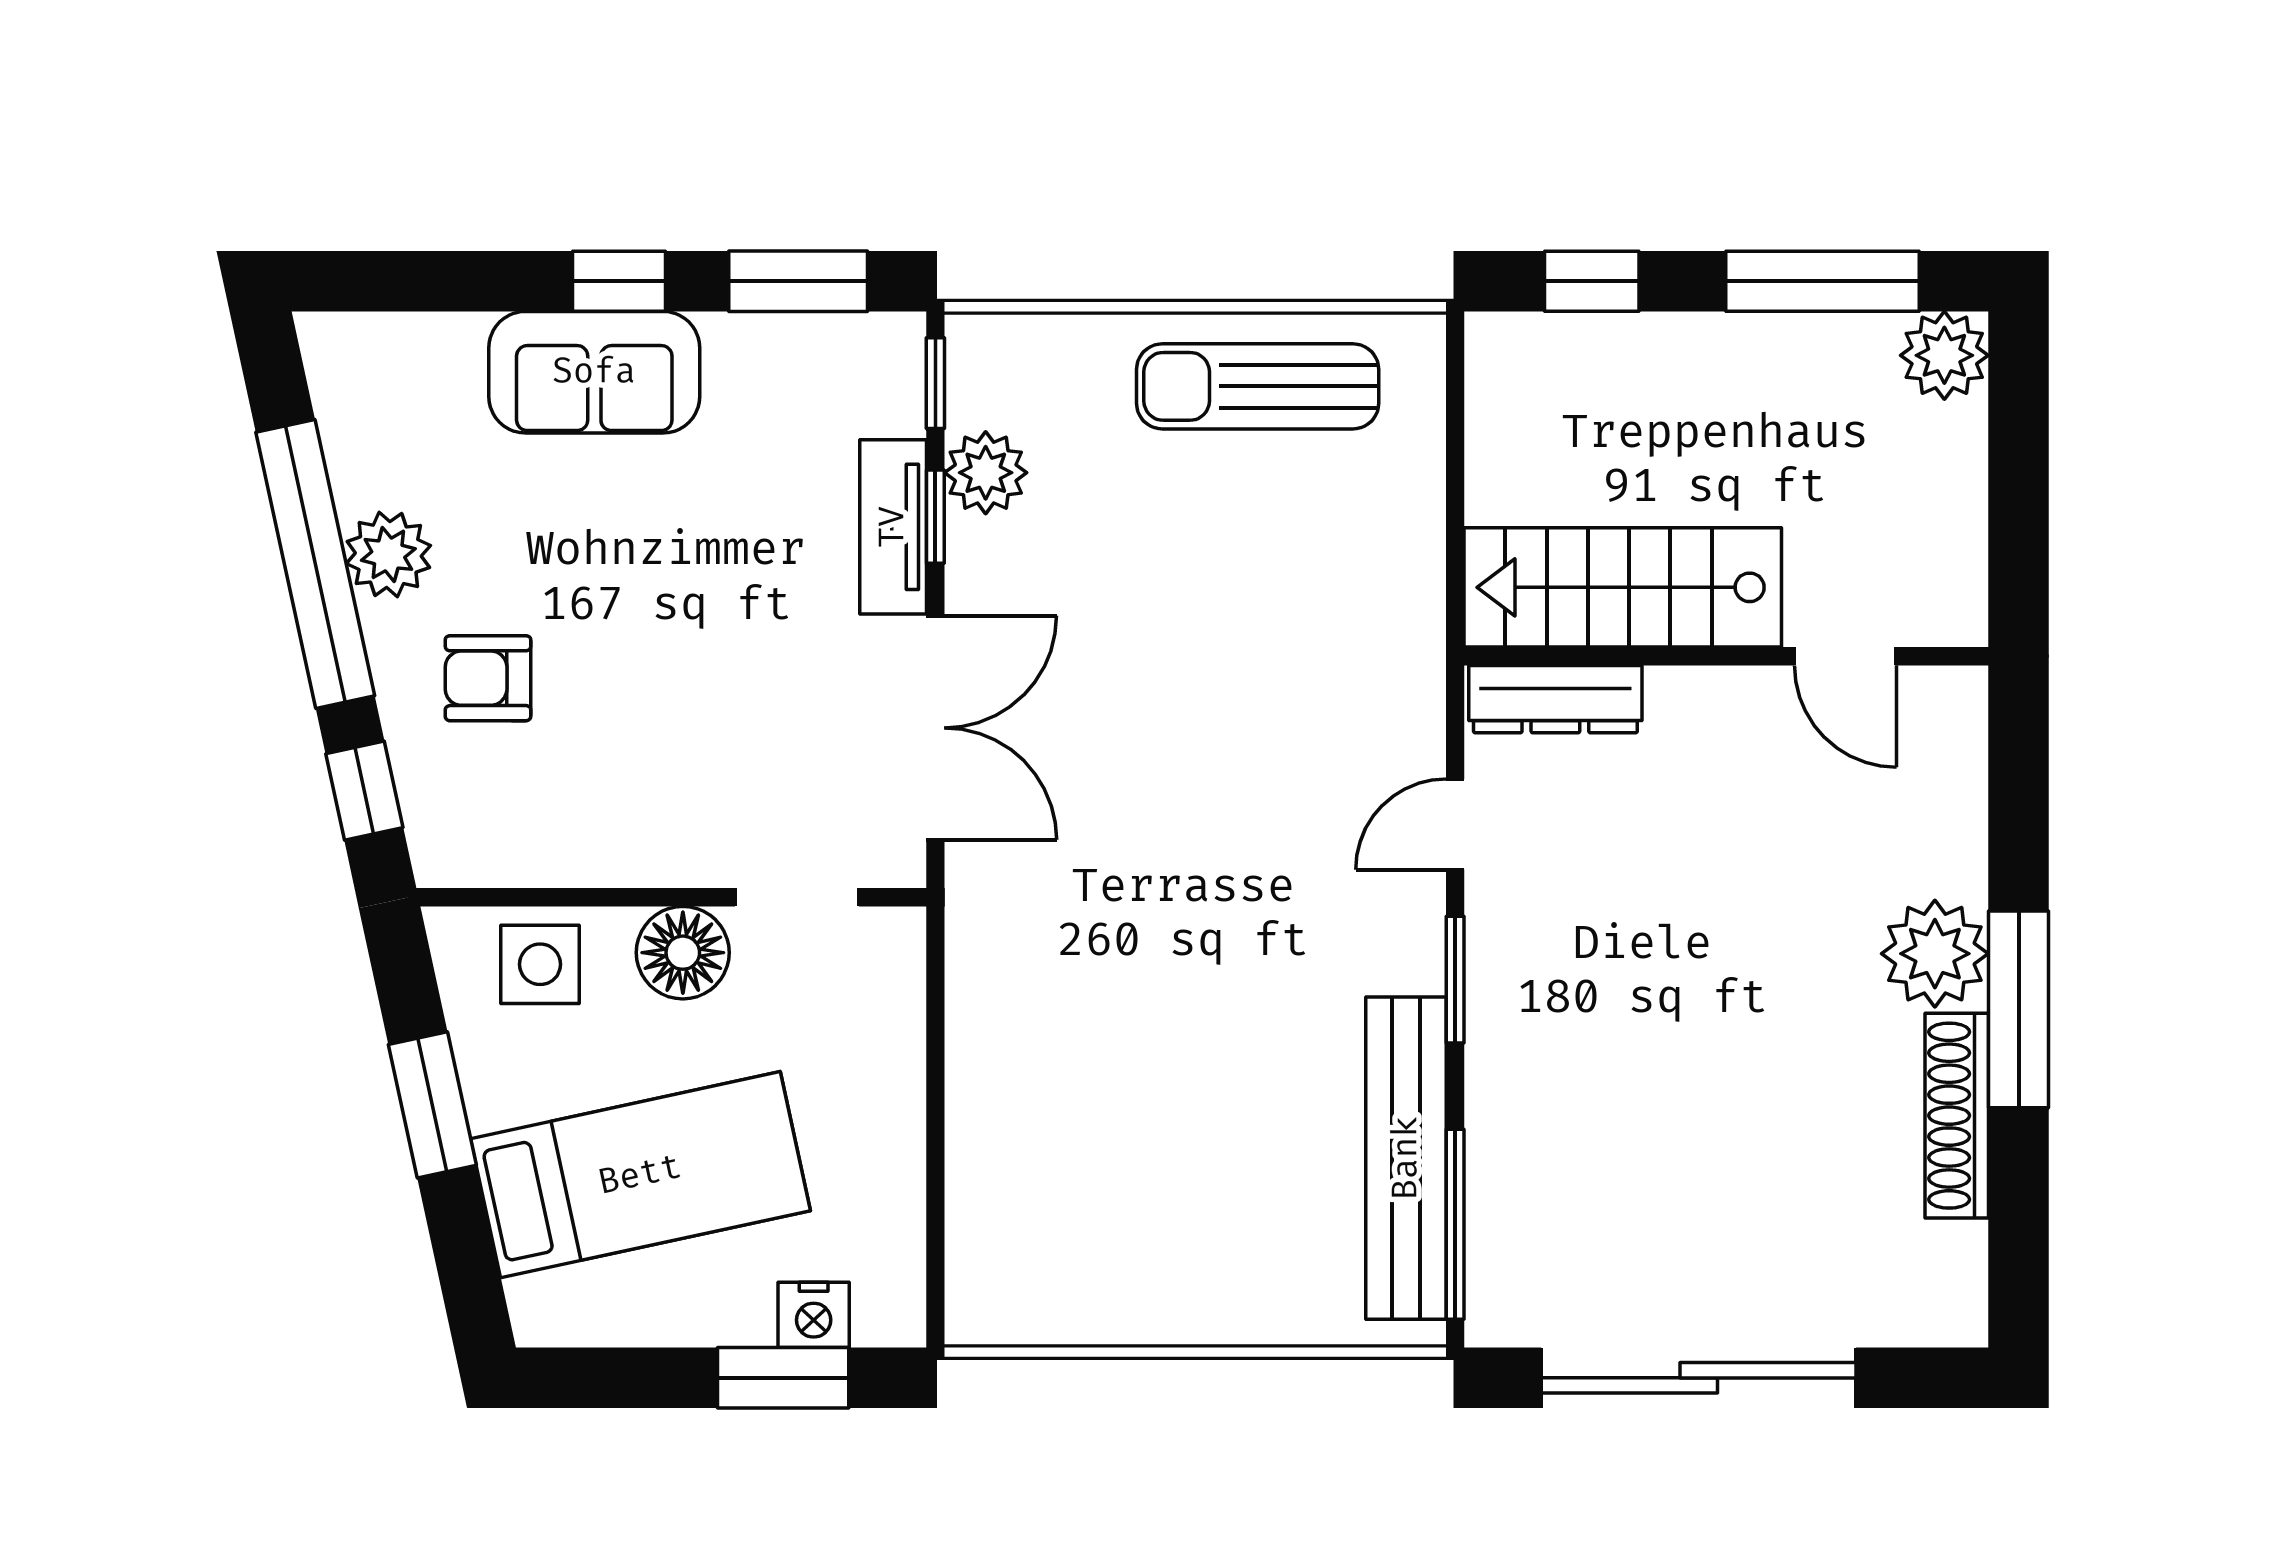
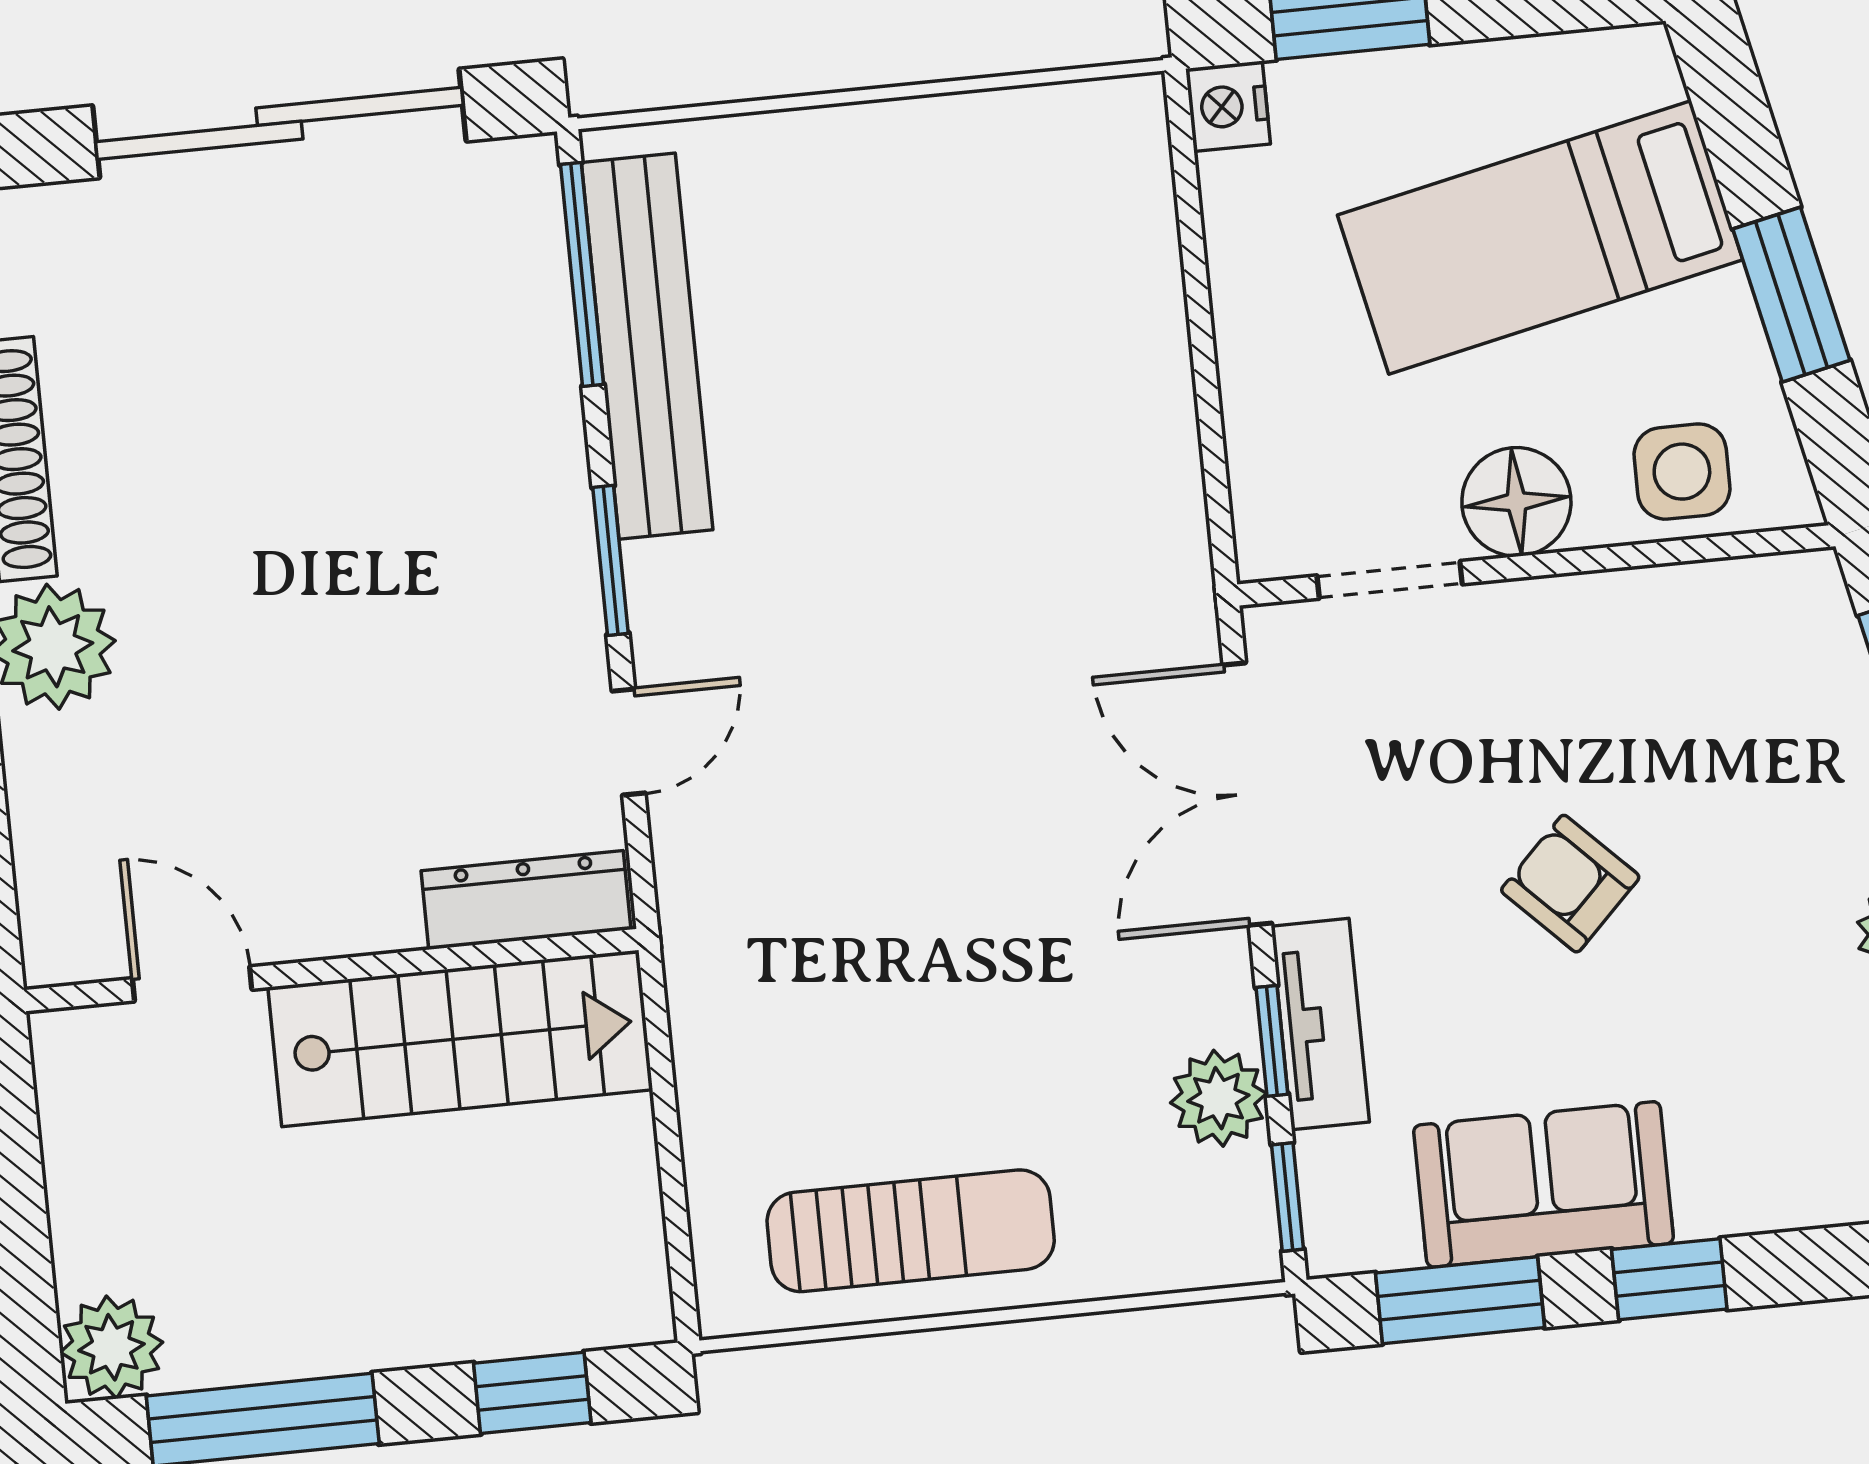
sofa: (594, 372) -> (1543, 1184), moved
armchair: (488, 678) -> (1570, 884), moved, turned -135
nightstand: (814, 1315) -> (1228, 106), moved, turned -90

